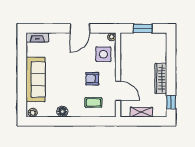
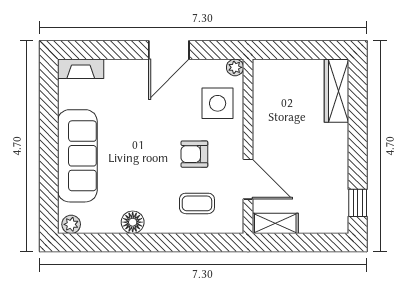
window: (143, 28) -> (299, 50), removed
wardrobe: (161, 78) -> (337, 91), moved
shelving: (142, 112) -> (275, 223), moved

